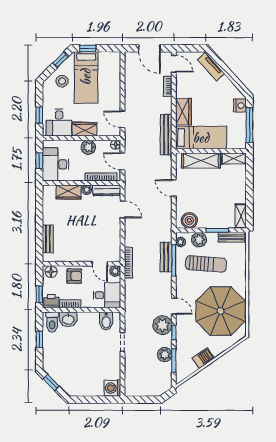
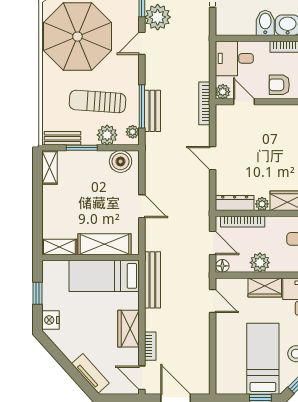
wardrobe: (184, 112) -> (129, 329), moved
window: (249, 125) -> (38, 293), width x0.46
door: (123, 209) -> (213, 158), moved
door: (174, 306) -> (142, 43), hinge flipped
bidet: (106, 321) -> (265, 23), moved

